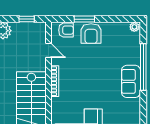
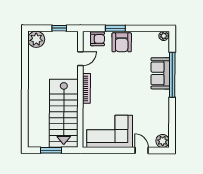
door: (48, 50) -> (80, 59), hinge flipped
sofa: (131, 81) -> (160, 73), moved

